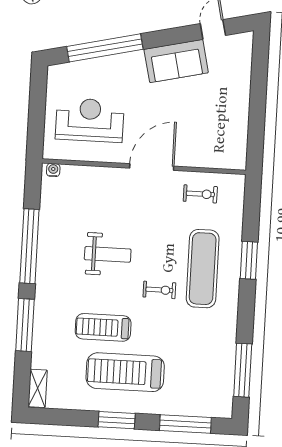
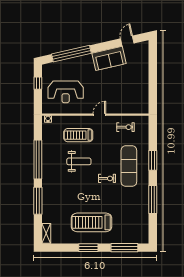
window: (38, 100) -> (38, 83), added
reception desk: (90, 120) -> (66, 92), turned 180
door: (152, 167) -> (99, 115), width x0.53
treadmill: (103, 327) -> (78, 135), moved
window: (243, 370) -> (153, 199), moved

